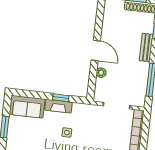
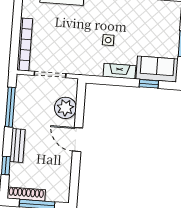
plant: (101, 73) -> (65, 108), width x1.87, depth x1.87
window: (61, 98) -> (149, 84), moved

